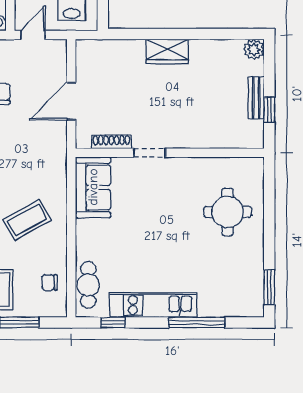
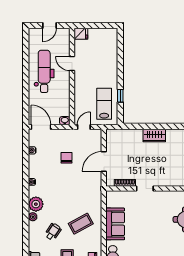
sofa: (93, 187) -> (115, 224), moved

